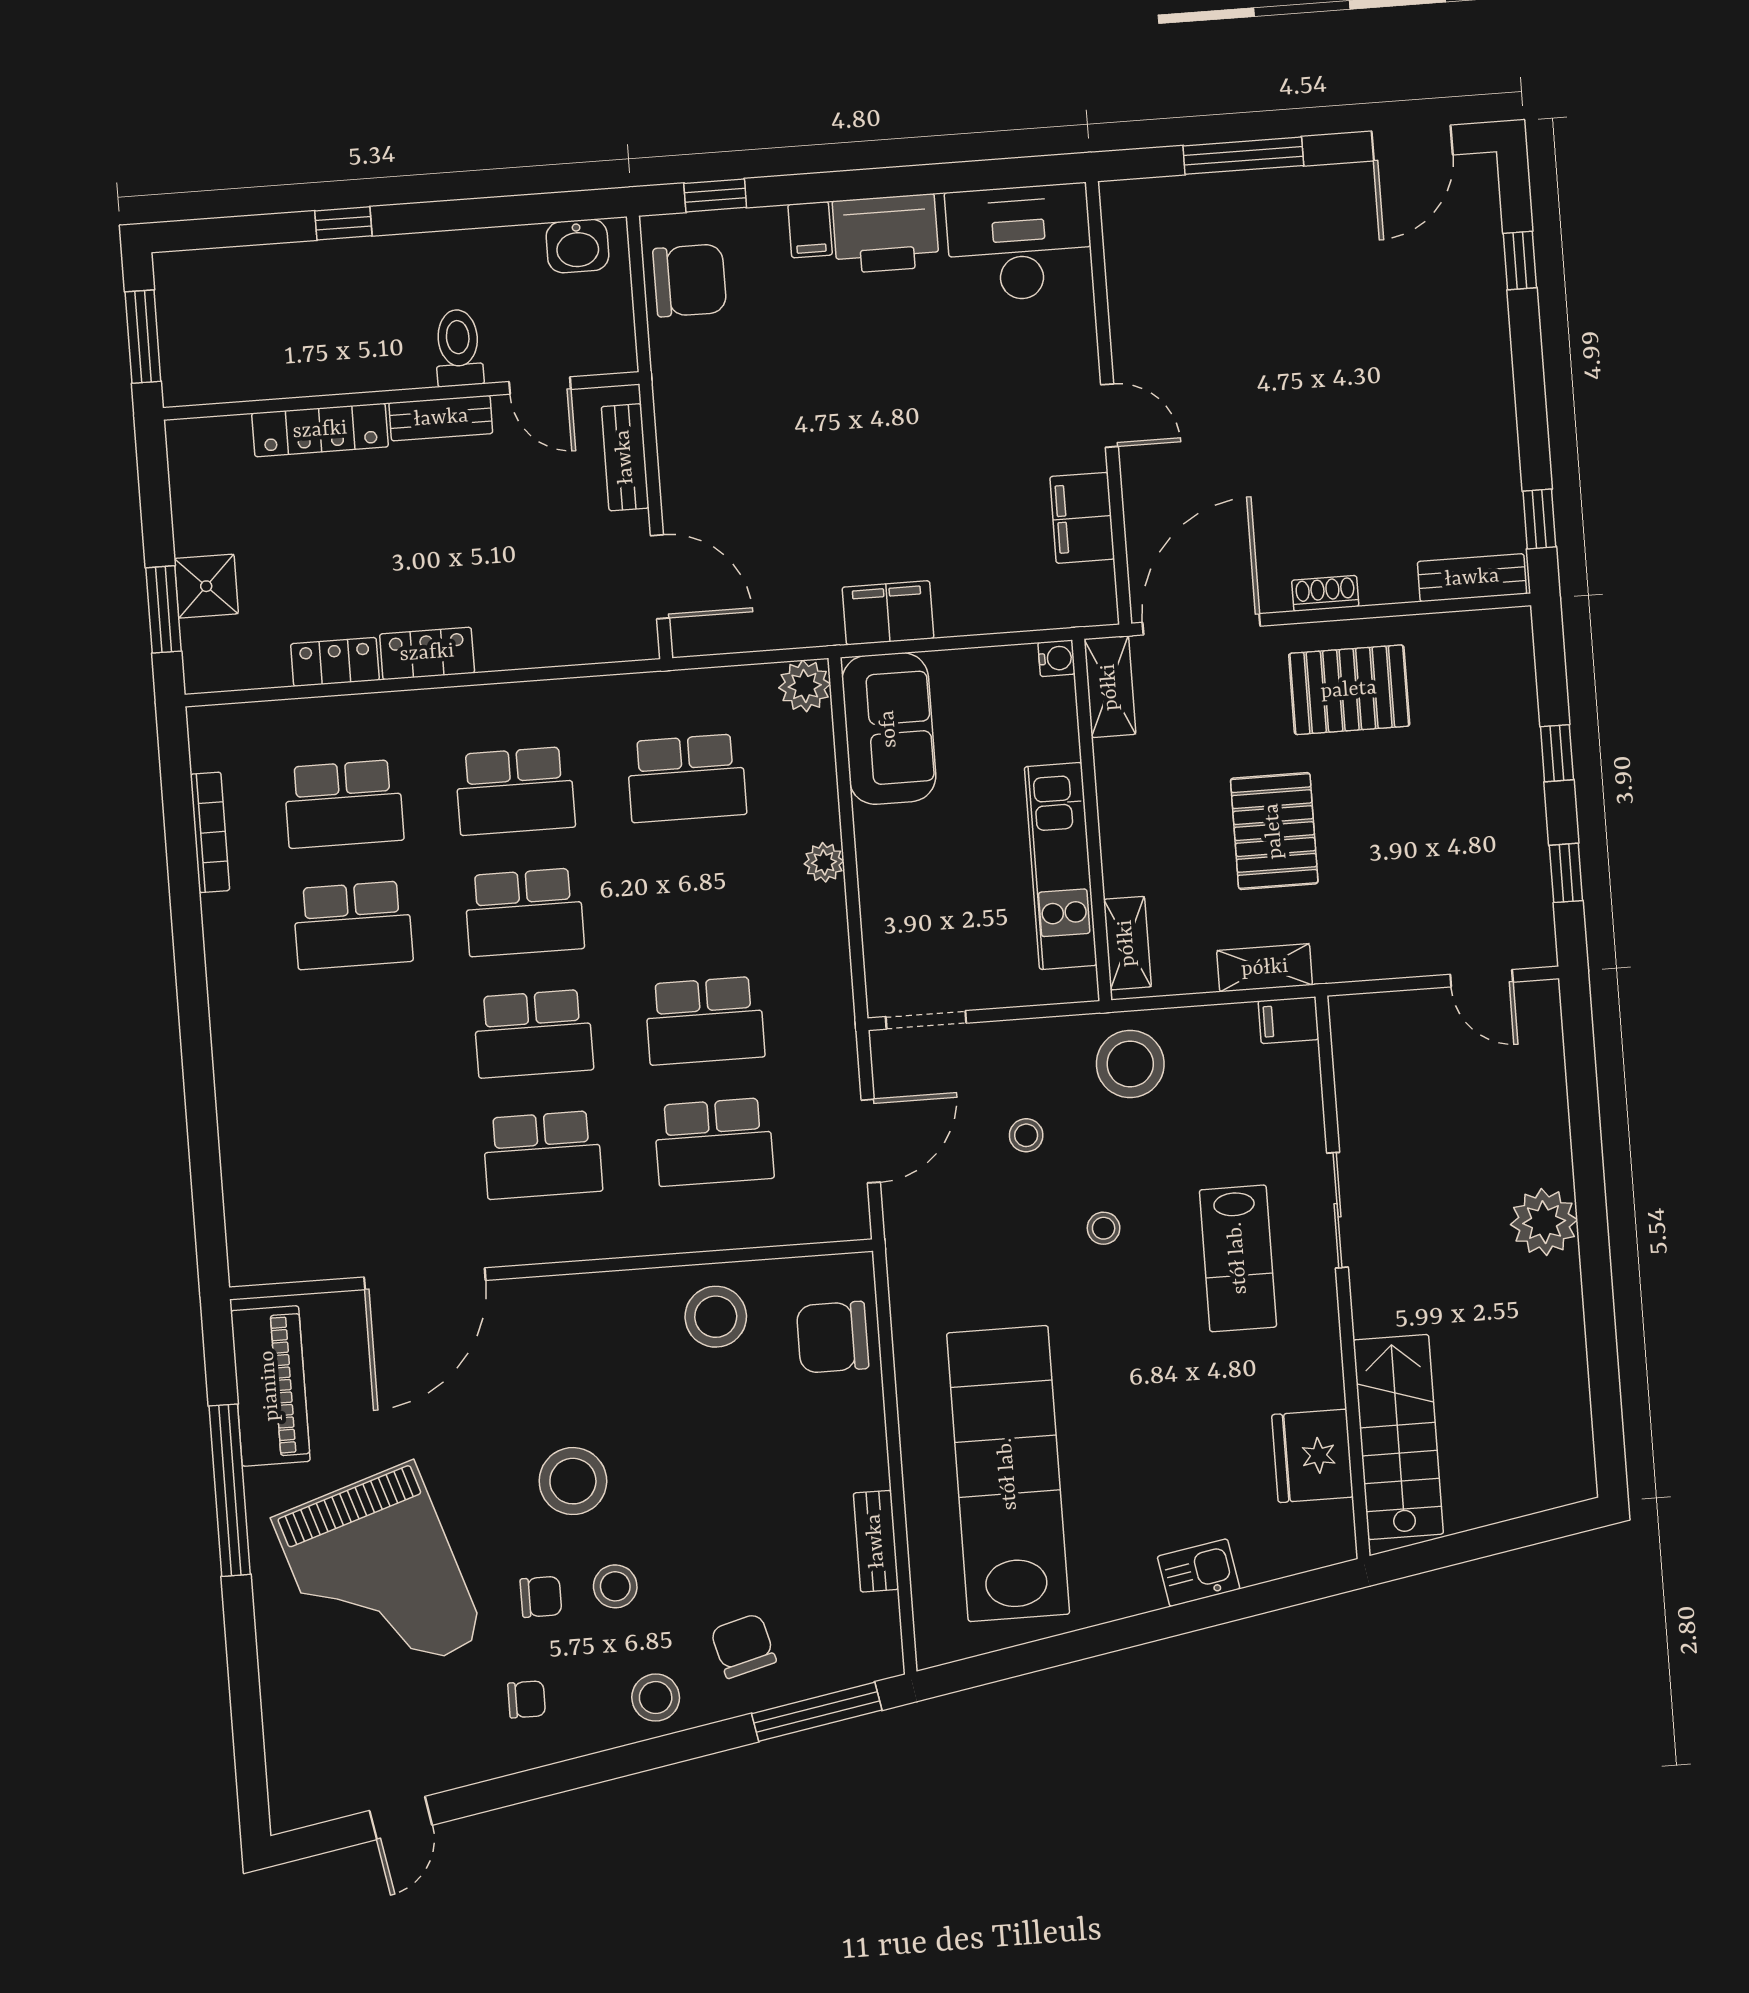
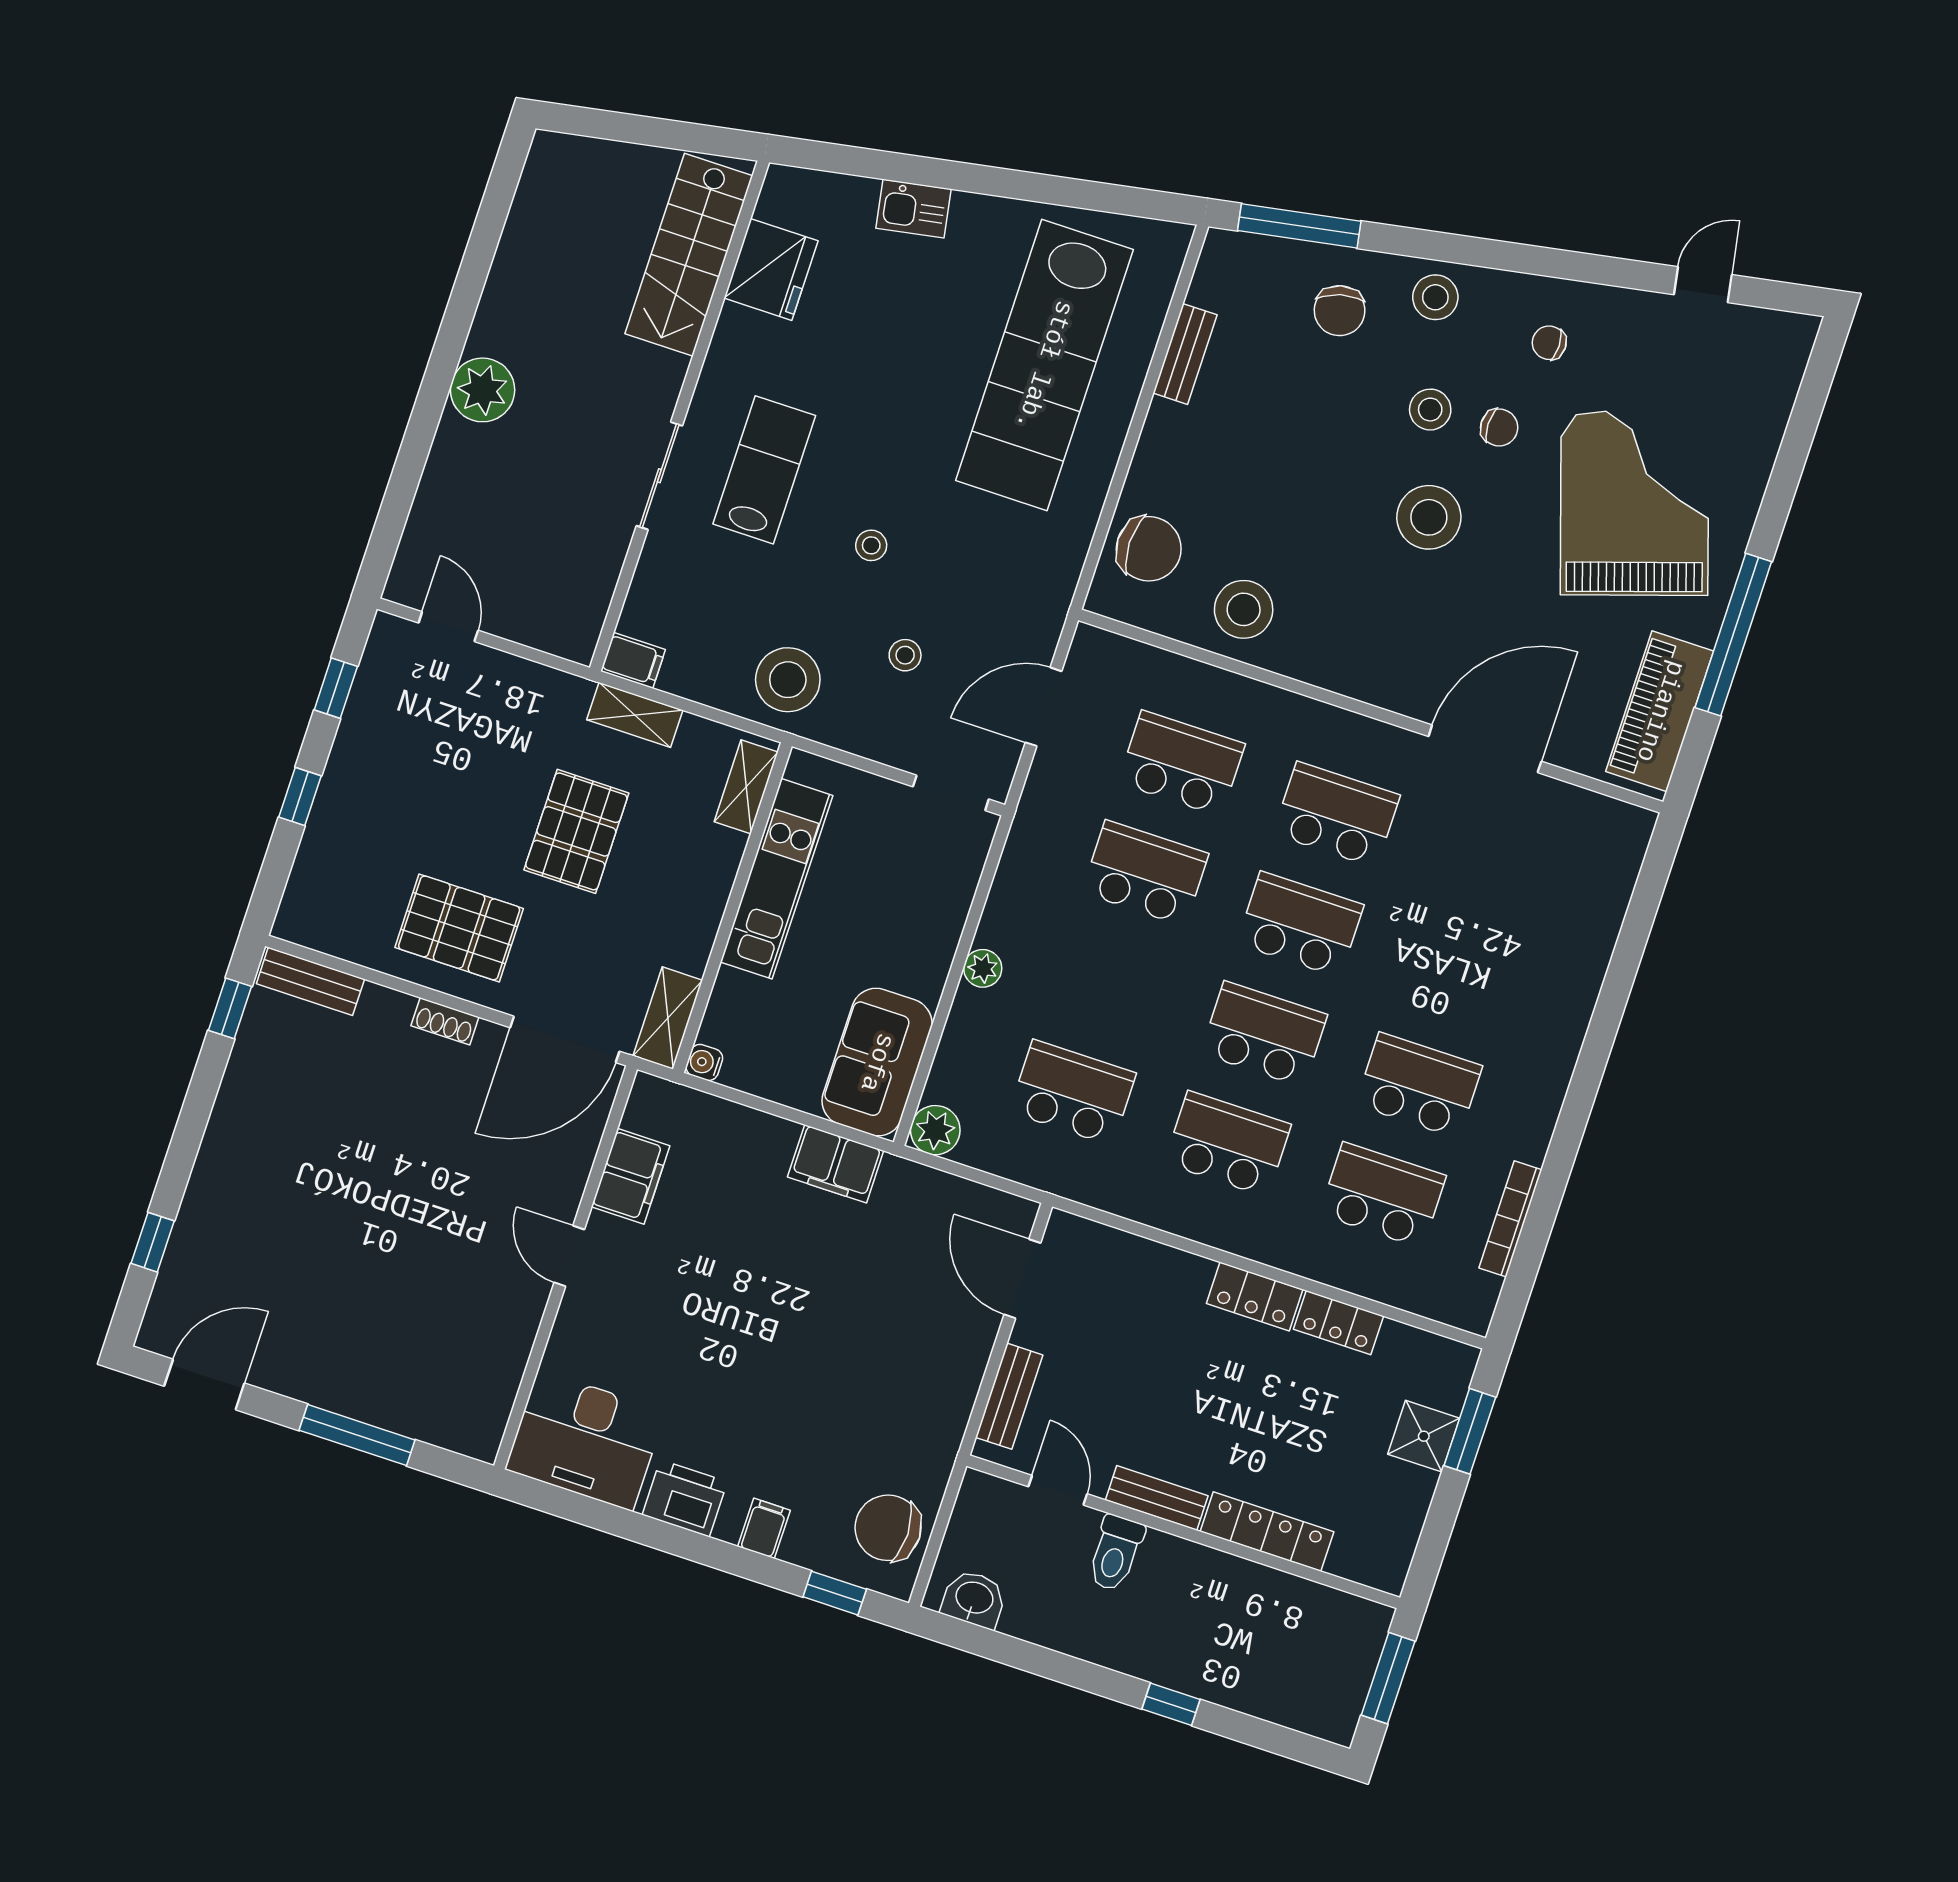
printer: (886, 234) -> (685, 1498), width x0.73, depth x0.84
chair: (541, 1597) -> (1499, 428), turned 180

